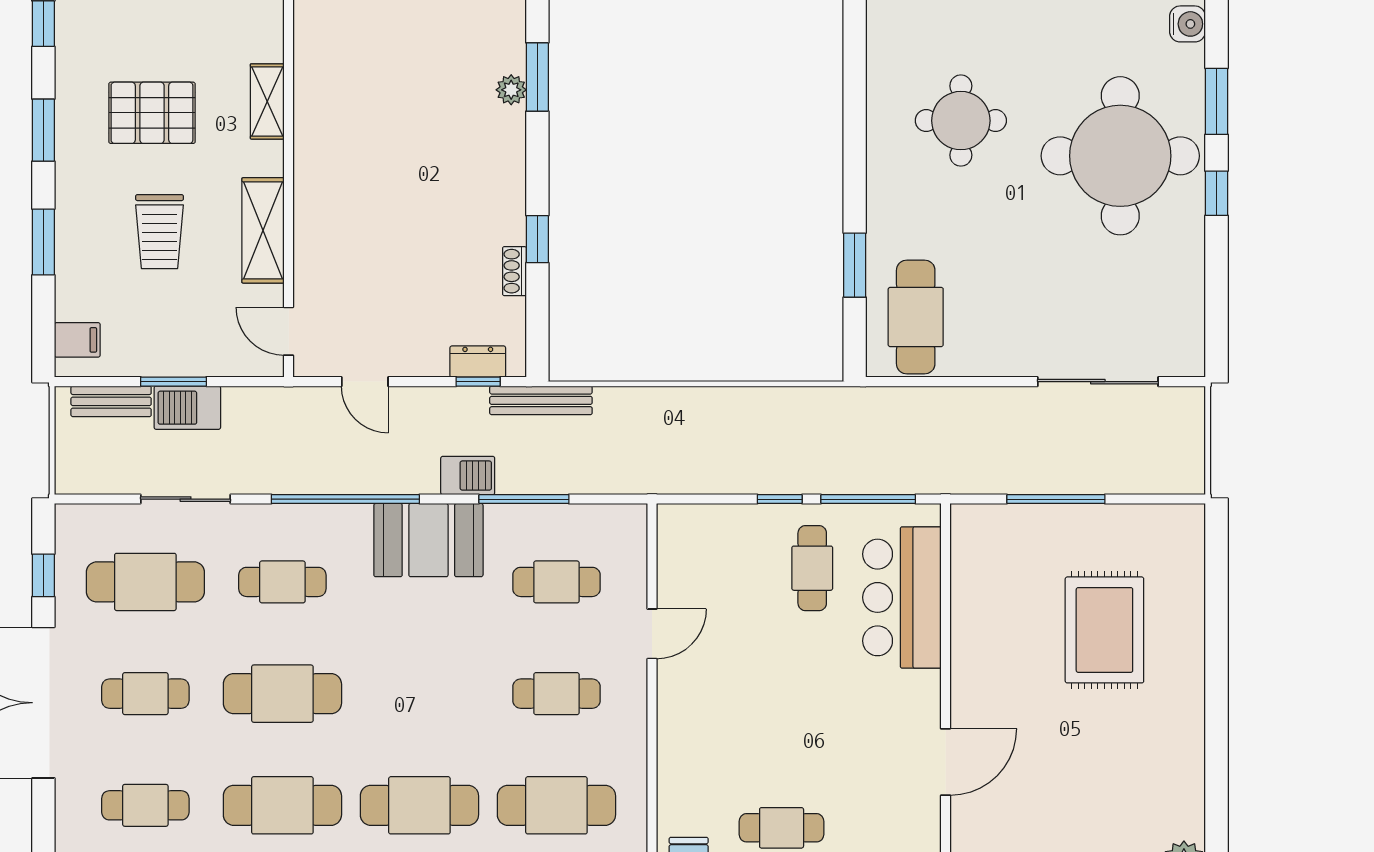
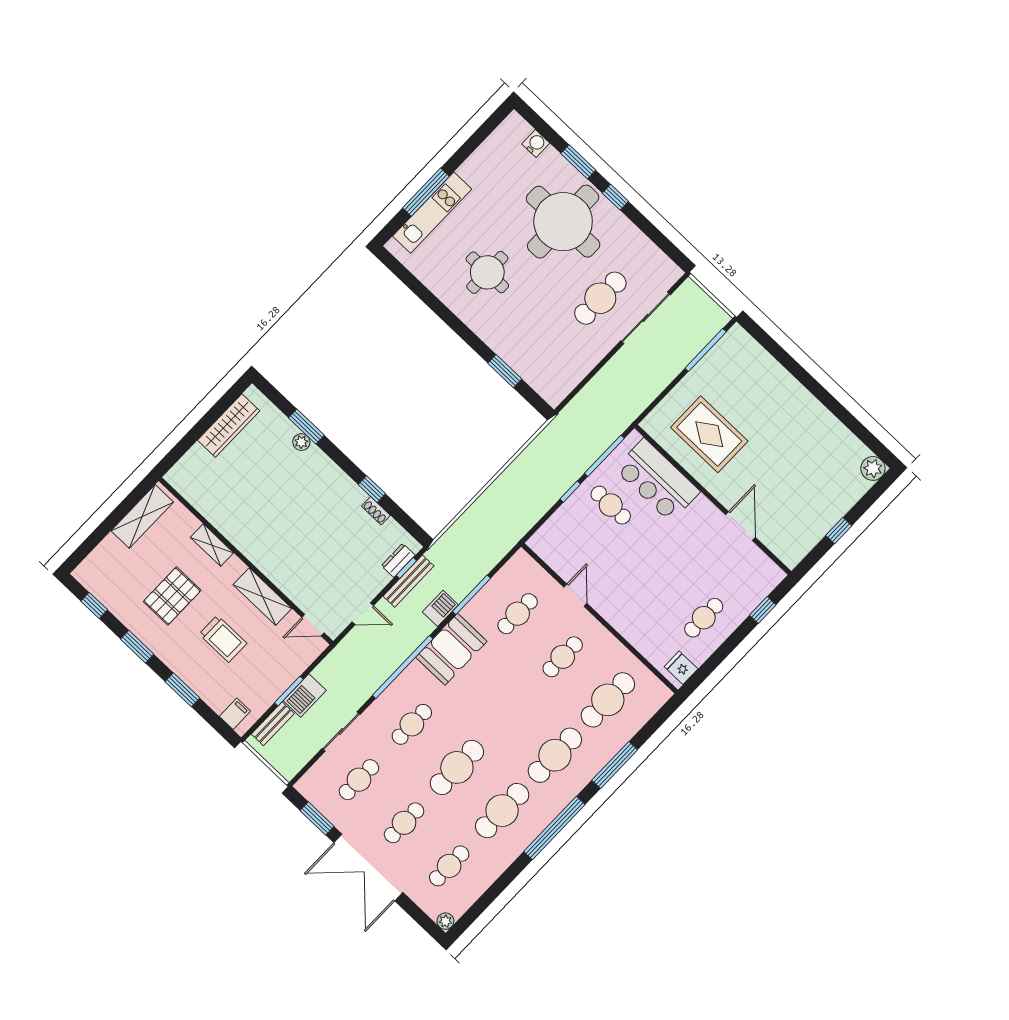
cafe table: (916, 317) -> (600, 298), moved, turned 90
bench: (541, 400) -> (409, 581), moved
window: (1056, 499) -> (706, 350), moved
window: (43, 575) -> (317, 818), width x1.50
cafe table: (145, 582) -> (359, 780), width x0.73, depth x0.74
rug: (1104, 630) -> (709, 434), moved

